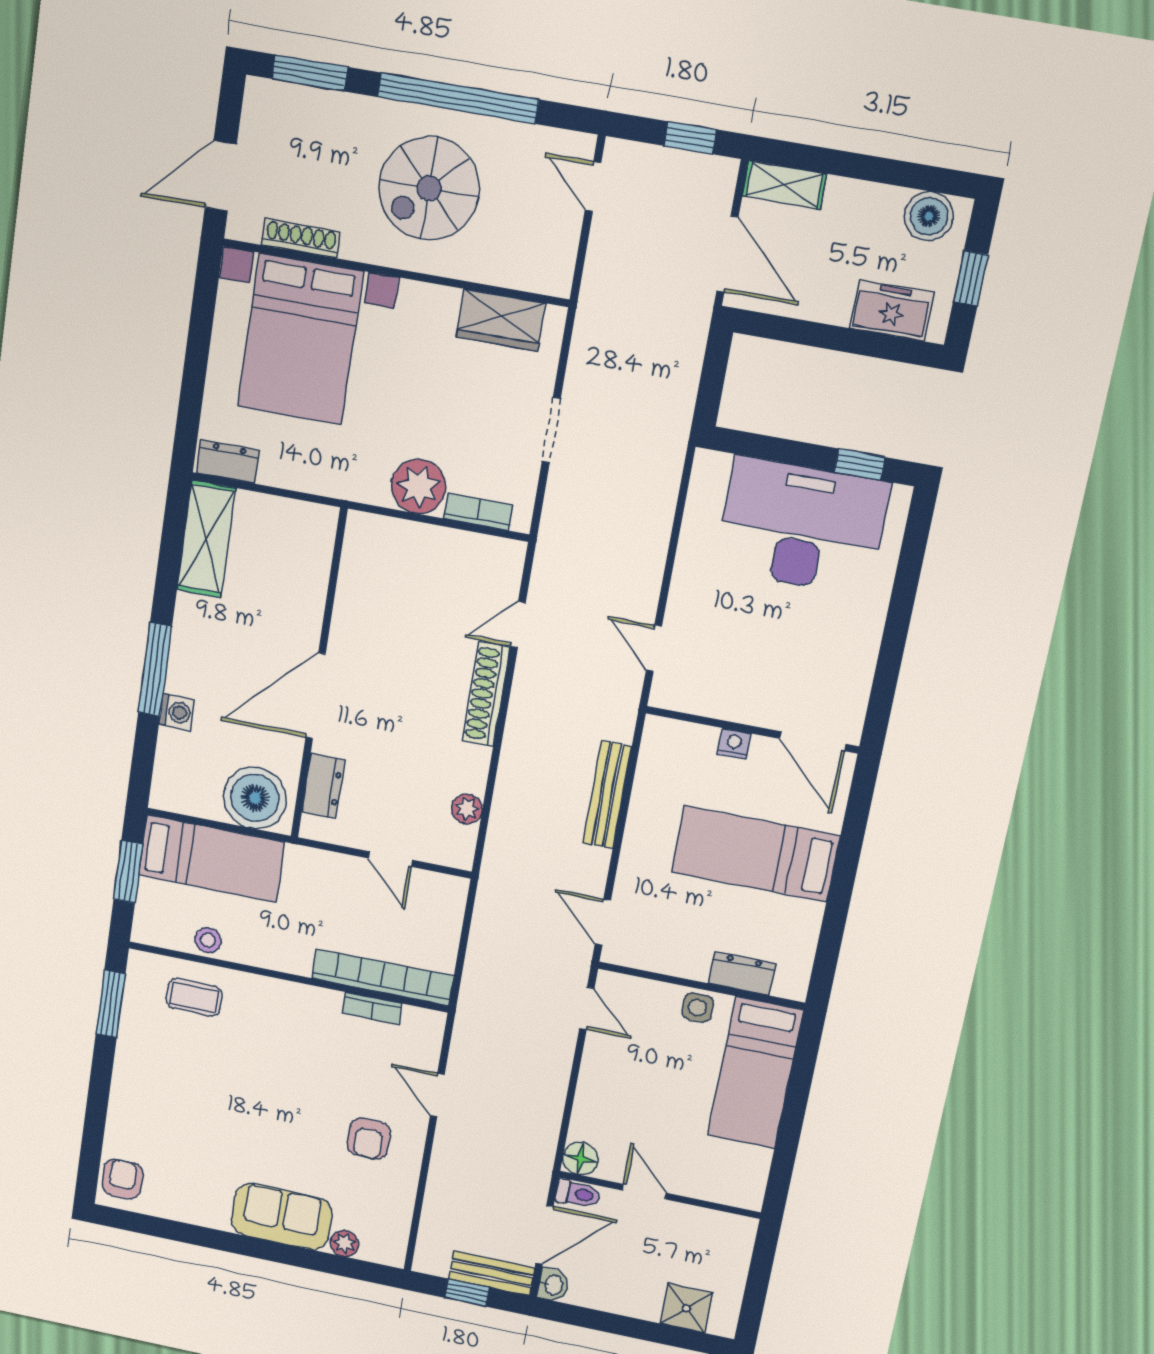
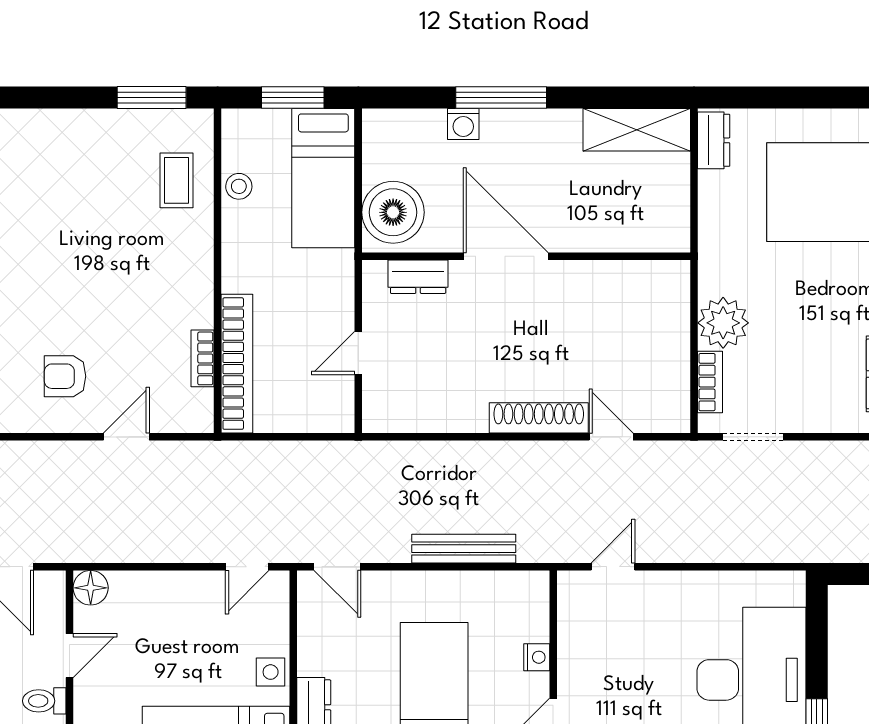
doorway: (551, 430) -> (753, 437), moved
plant: (467, 809) -> (423, 418), removed
door: (603, 922) -> (337, 567), swing flipped
toilet: (578, 1194) -> (44, 701), moved, turned 90

